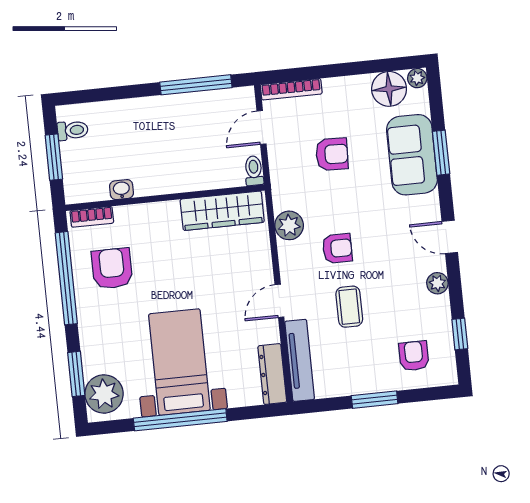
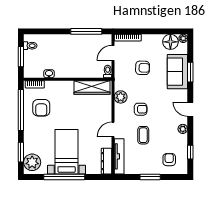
armchair: (112, 268) -> (41, 108), turned 180

